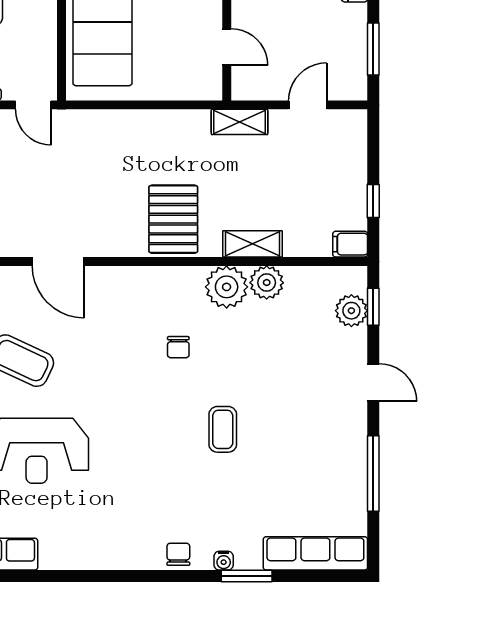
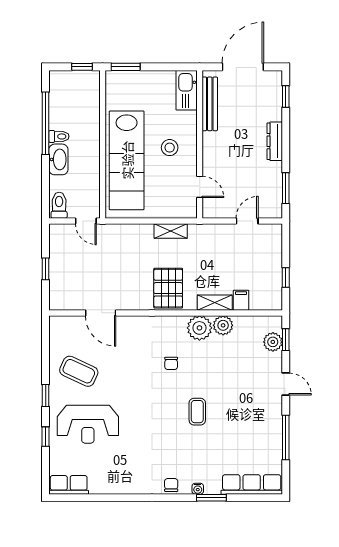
shelving: (240, 122) -> (171, 231), moved
filing cabinet: (350, 244) -> (241, 300), moved, turned 90

